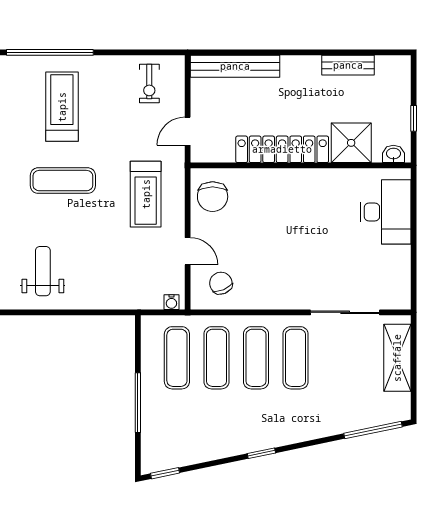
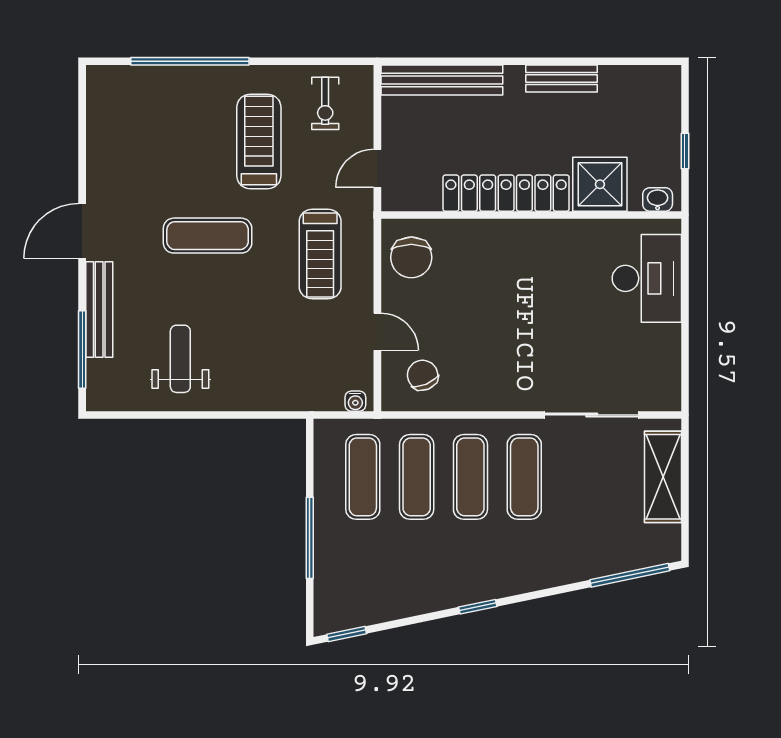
bench: (348, 65) -> (562, 79), moved
treadmill: (62, 107) -> (259, 142), moved

